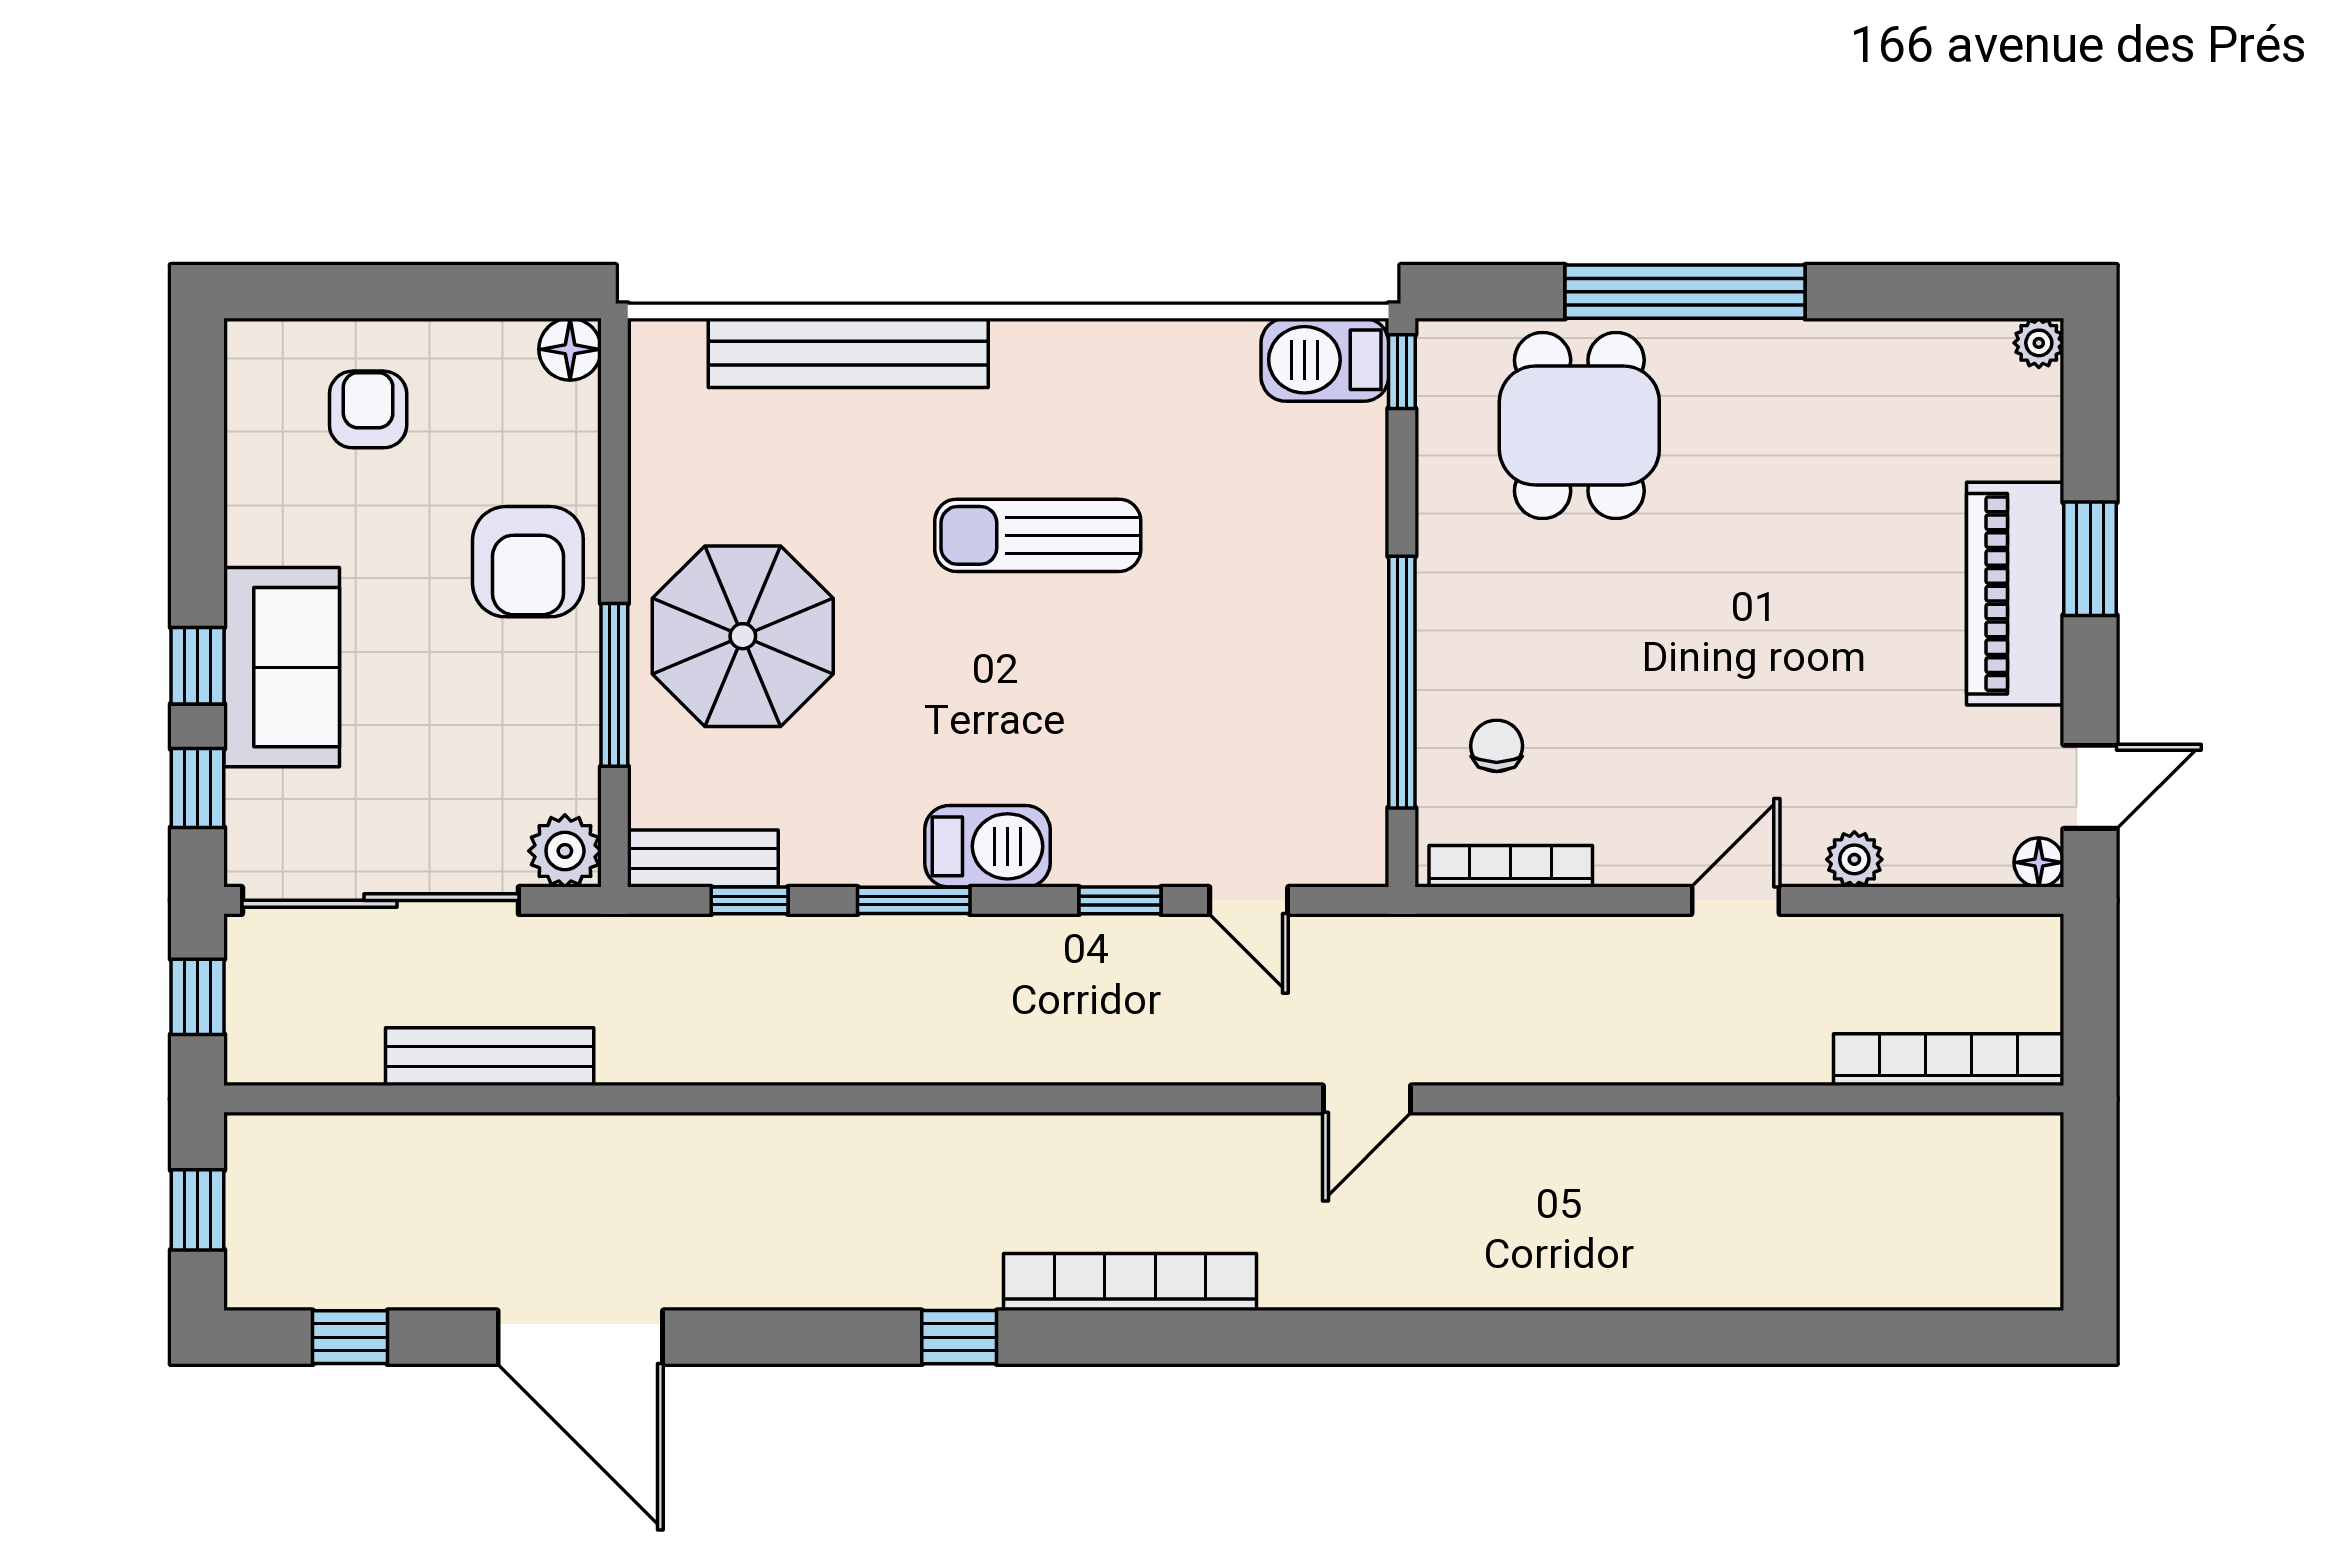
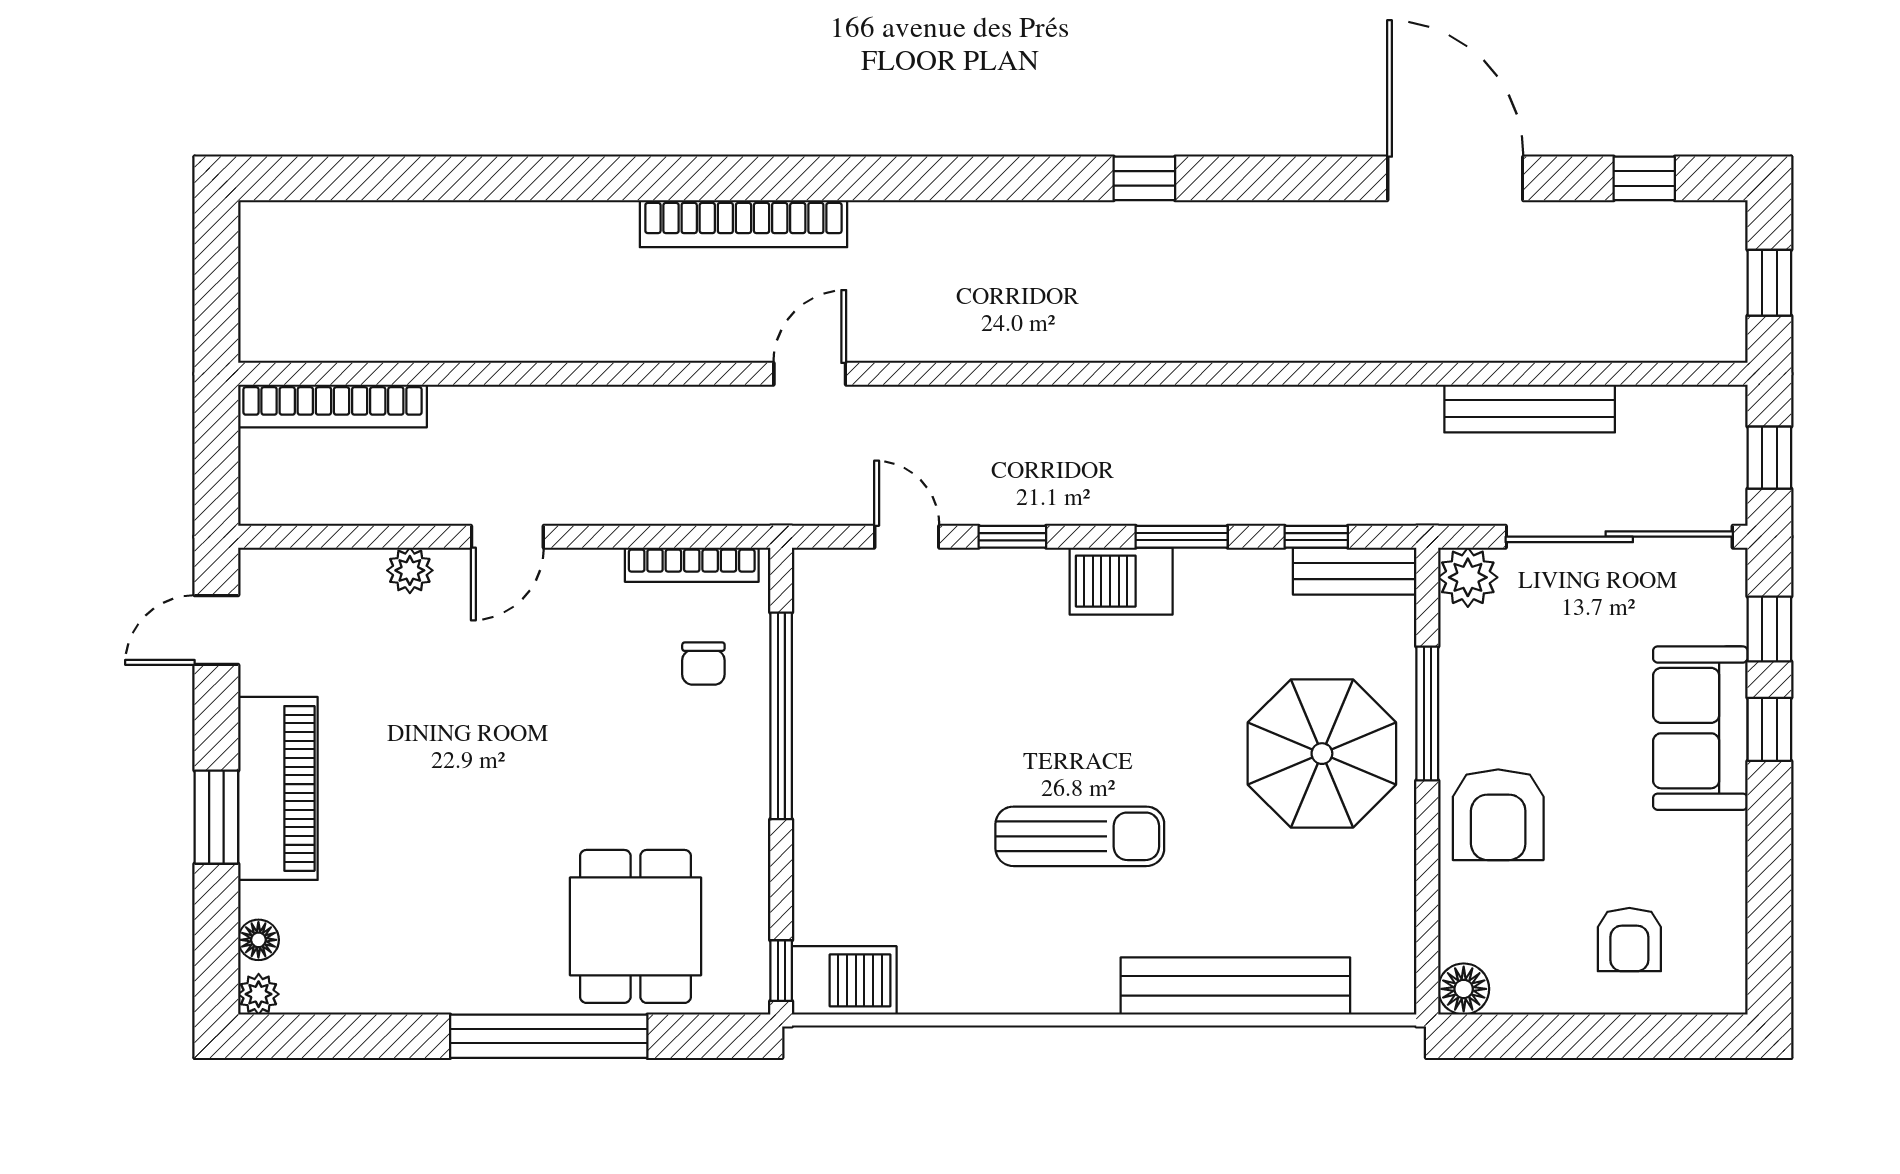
armchair: (528, 562) -> (1498, 815), turned 180
floor lamp: (2039, 862) -> (258, 940), moved
bookcase: (1130, 1282) -> (743, 224), moved

